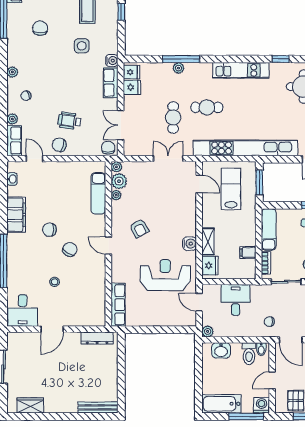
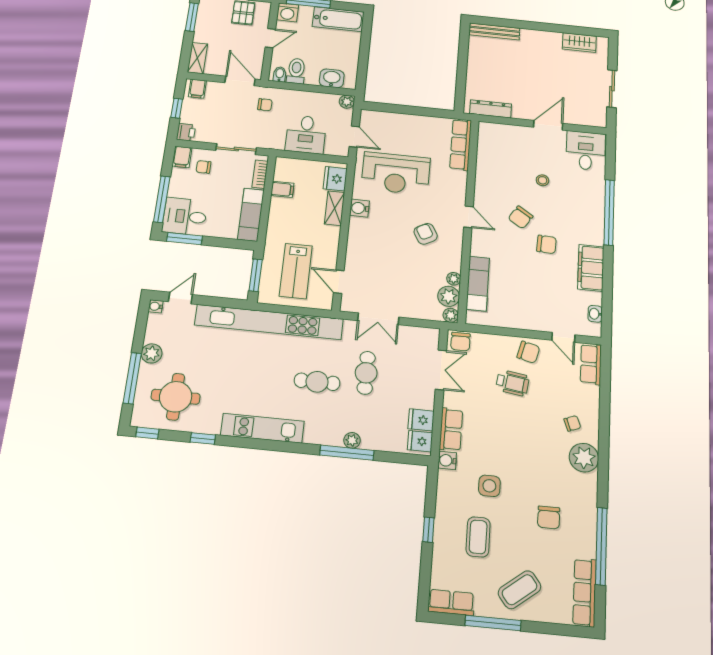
plant: (12, 72) -> (584, 458), width x1.87, depth x1.87
plant: (12, 119) -> (593, 393), removed

